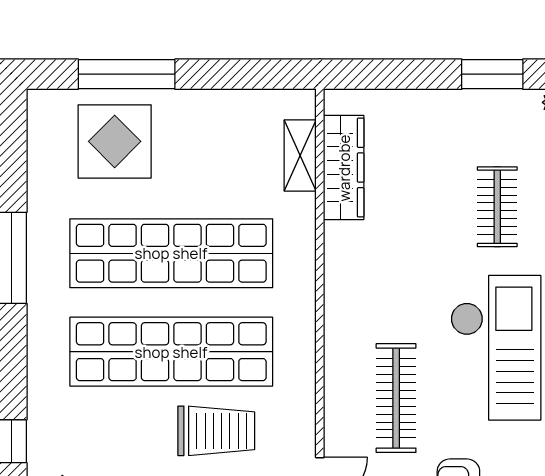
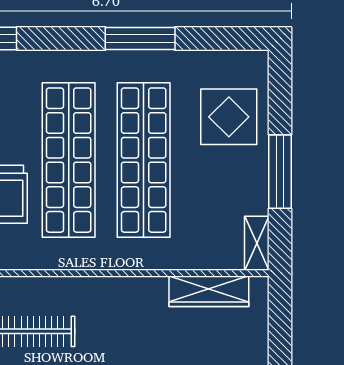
window: (127, 74) -> (280, 172), moved
shelving: (300, 155) -> (257, 243), moved, turned 90

